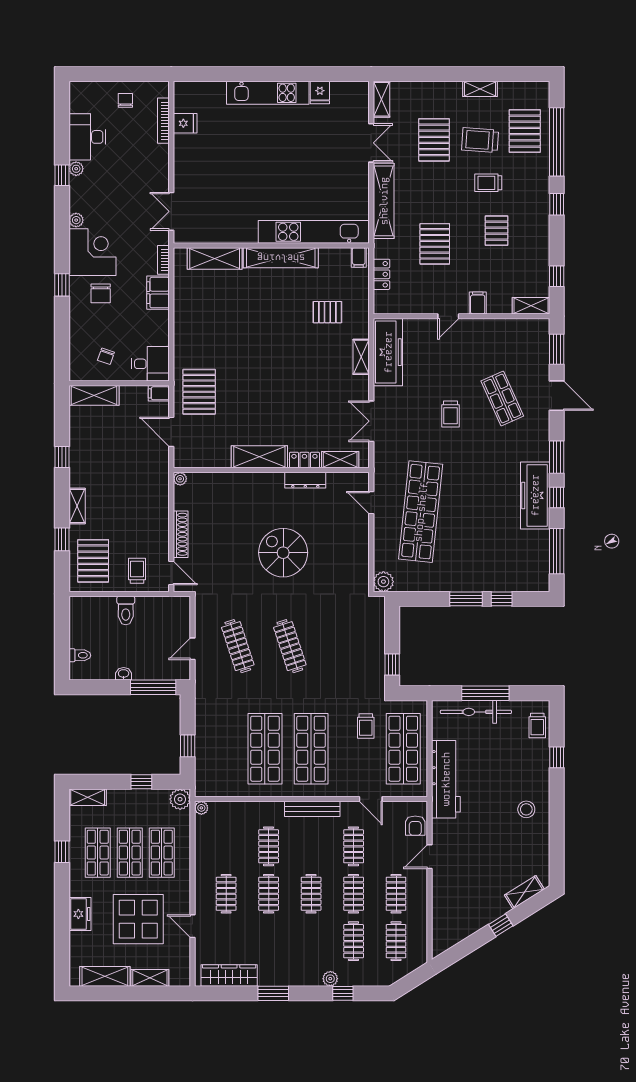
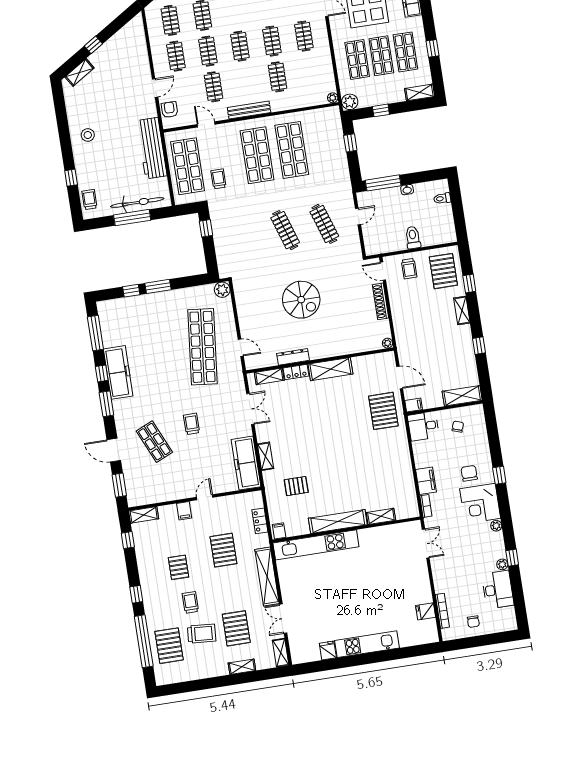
shelving: (480, 89) -> (242, 667), moved
trolley: (488, 183) -> (190, 602), turned -90
shelving: (215, 258) -> (381, 516), width x0.67, depth x0.75

